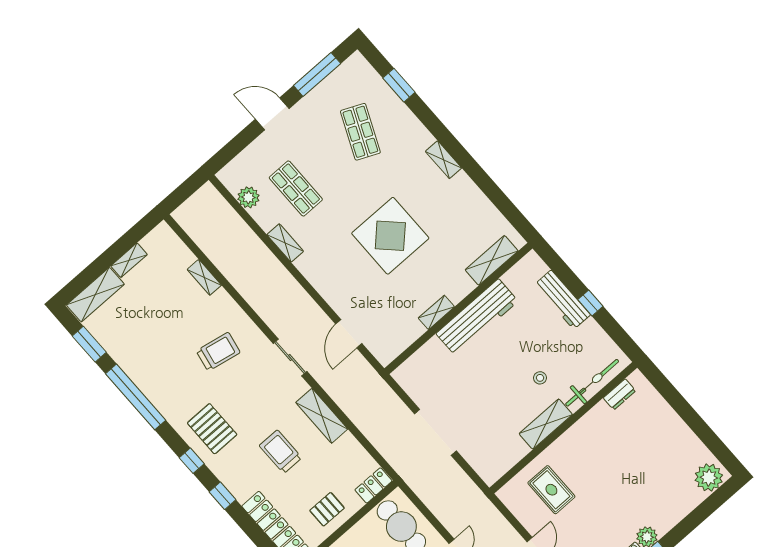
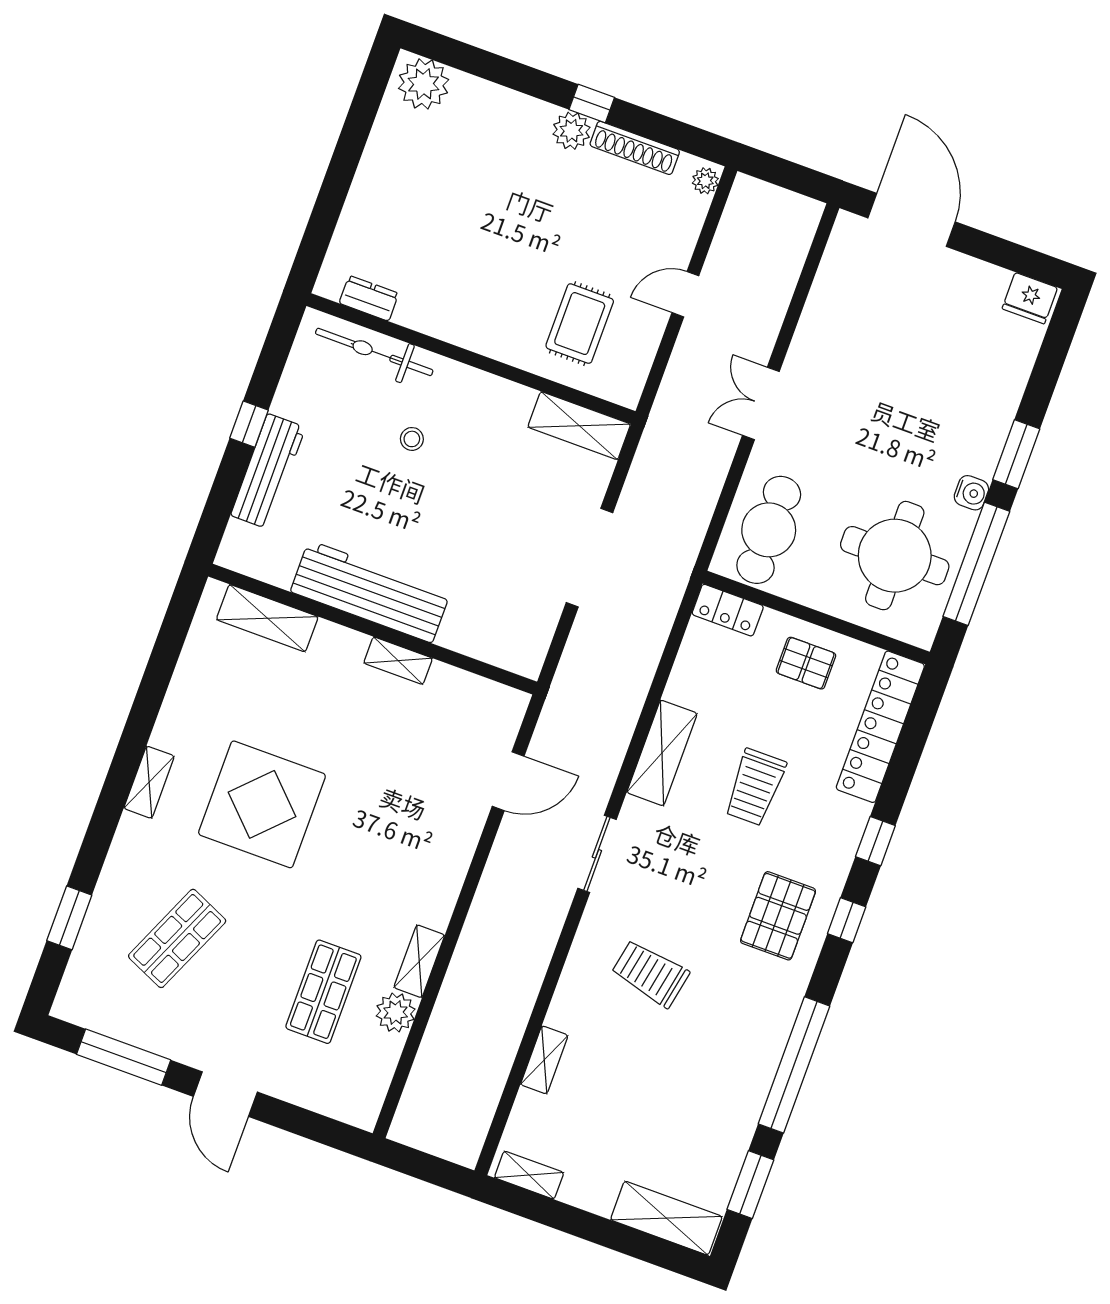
plant: (248, 197) -> (396, 1013), moved
display table: (390, 236) -> (262, 804), moved
shelving: (129, 260) -> (529, 1175), moved
shelving: (546, 424) -> (579, 426), moved

